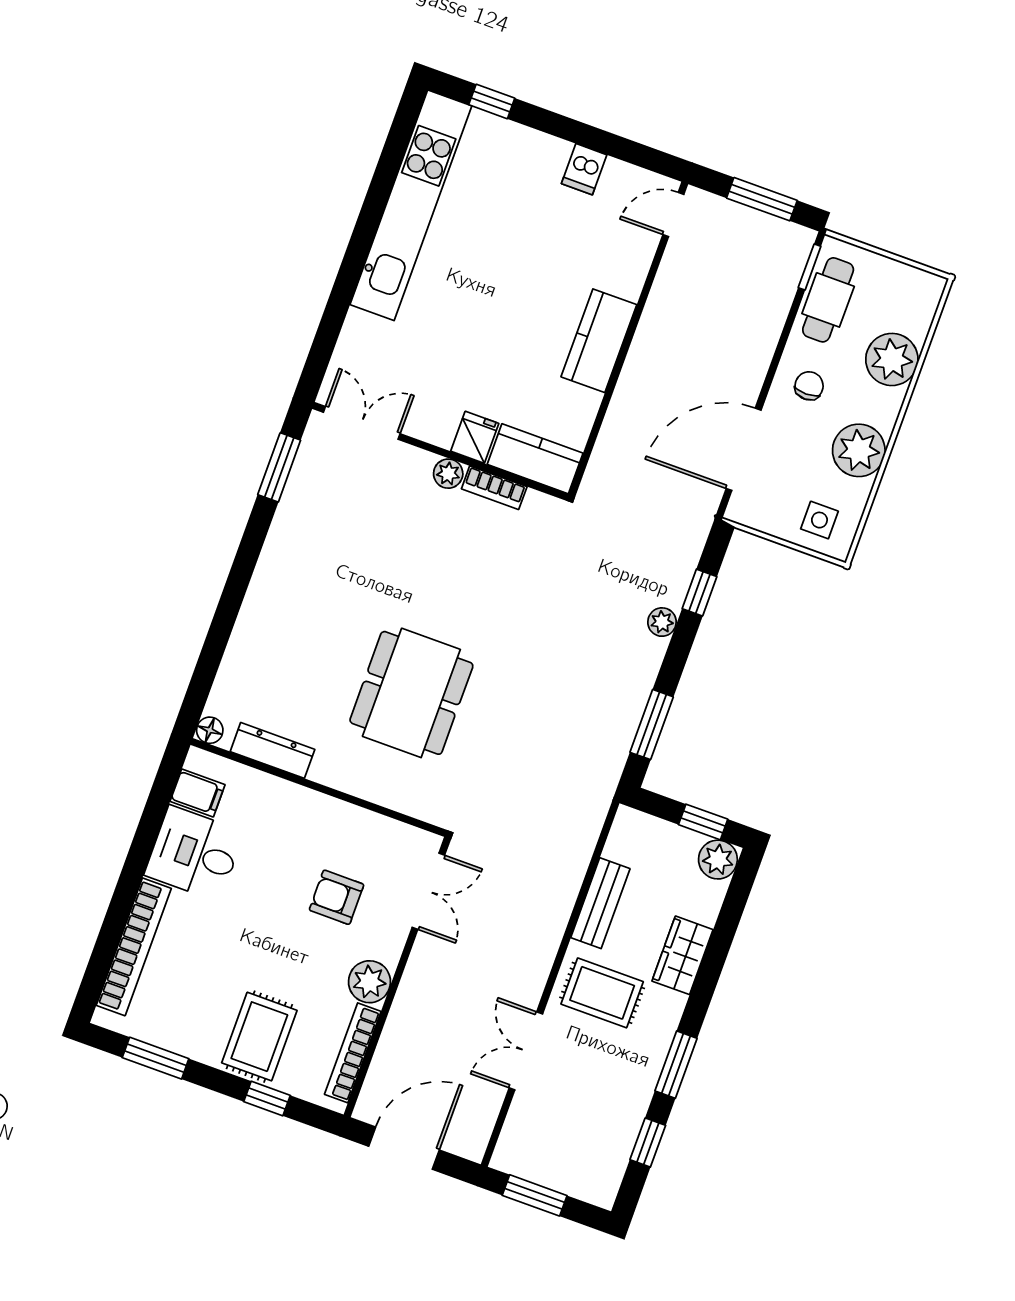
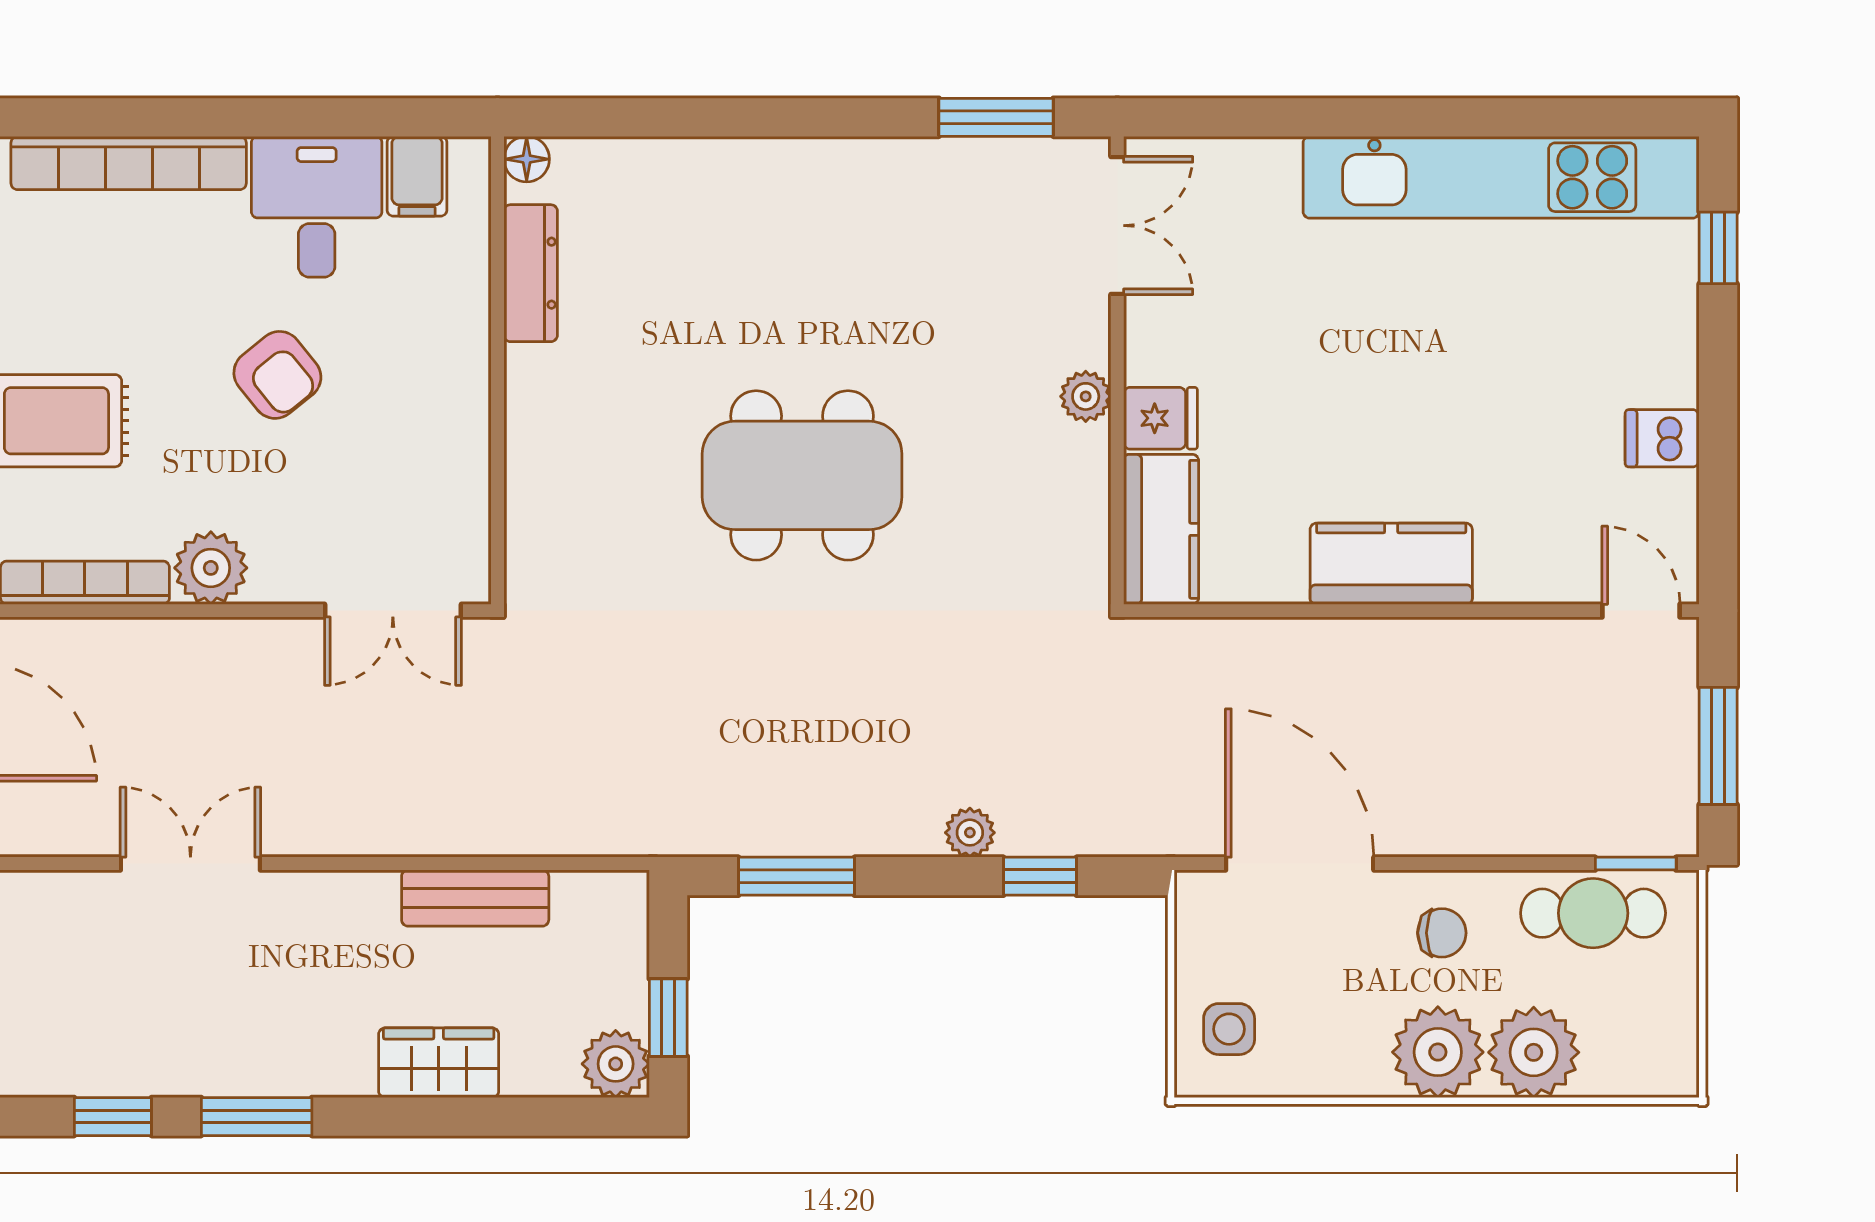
plant: (859, 450) -> (1438, 1052), moved
bookcase: (494, 488) -> (1090, 480), removed
dining table: (411, 693) -> (802, 475), moved
armchair: (337, 897) -> (277, 375), moved, turned 141
rug: (602, 993) -> (330, 954), removed

